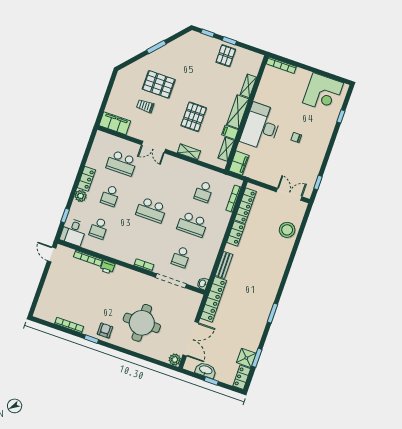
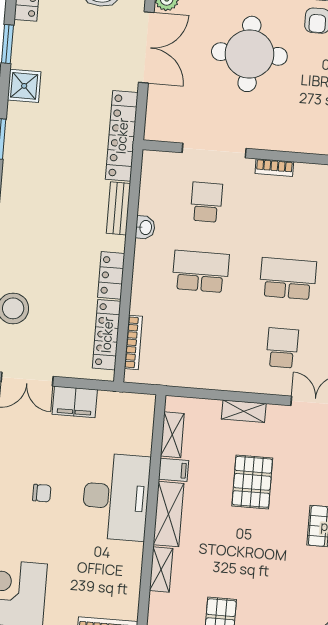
filing cabinet: (239, 163) -> (75, 402), moved, turned -90
school desk: (204, 192) -> (282, 348), moved
washbasin: (203, 284) -> (145, 227), moved
double door: (191, 339) -> (146, 47), swing flipped
shower: (246, 358) -> (24, 86), moved

